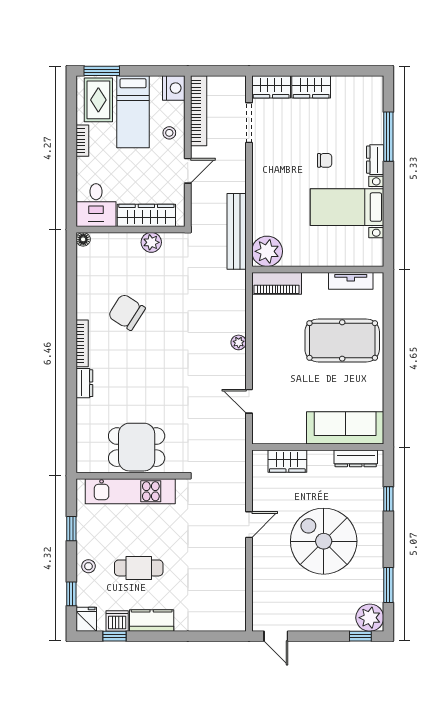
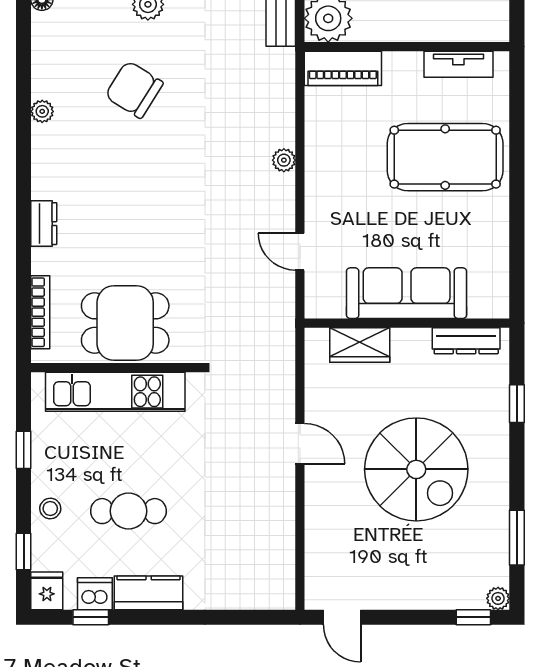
plant: (83, 311) -> (42, 111), added
chair: (127, 312) -> (134, 90), moved
bookcase: (82, 343) -> (40, 312), moved
sofa: (345, 428) -> (407, 293), moved
door: (249, 525) -> (300, 444), hinge flipped
spiral stairs: (324, 541) -> (416, 469), turned 180
plant: (370, 618) -> (498, 598), width x0.53, depth x0.53

